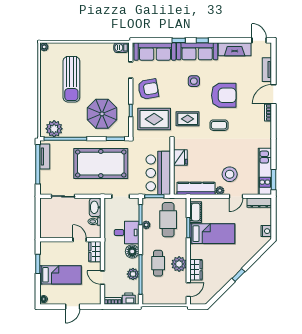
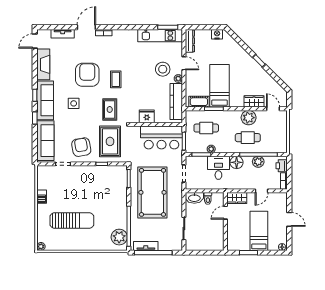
barbecue: (121, 48) -> (42, 197), moved
door: (274, 94) -> (86, 27), swing flipped
parasol: (102, 114) -> (105, 191), removed
cafe table: (168, 220) -> (206, 128), width x0.73, depth x0.74

